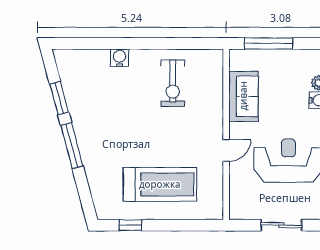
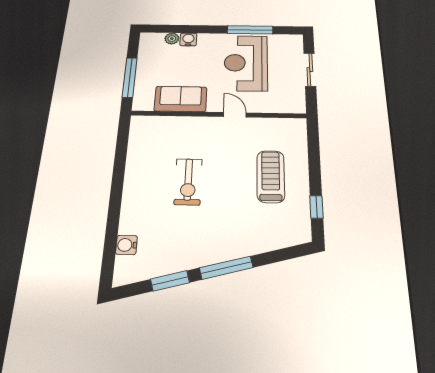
water cooler: (119, 58) -> (126, 245), moved
exercise bike: (173, 83) -> (188, 182), moved, turned 90
treadmill: (160, 184) -> (271, 176), width x0.73, depth x0.73

